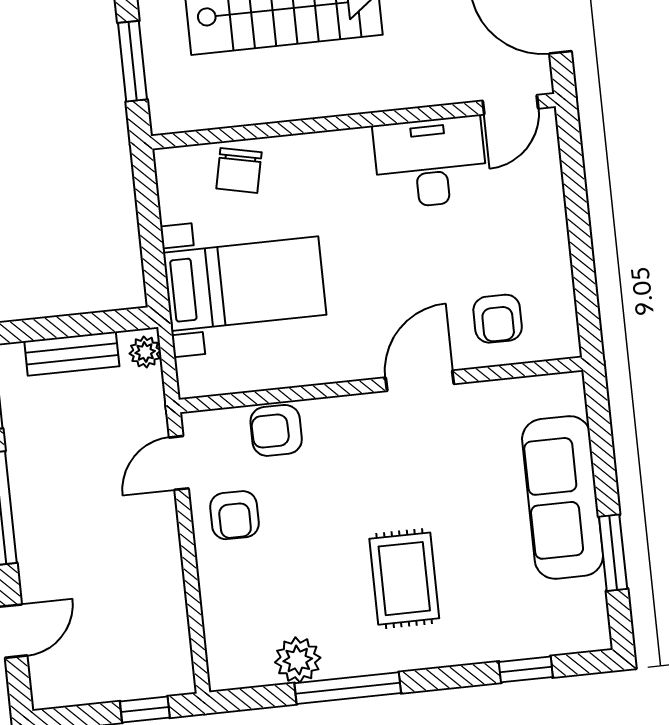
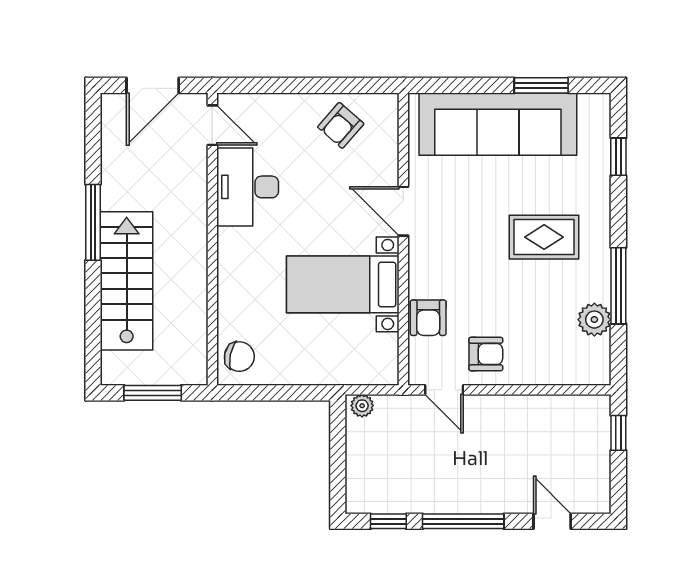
chair: (239, 170) -> (239, 357), moved
bed with nightstands: (245, 284) -> (343, 284), moved, turned -90
armchair: (498, 319) -> (341, 125), moved, turned 131
bench: (72, 354) -> (358, 458), removed
sofa: (563, 497) -> (498, 124), width x1.36, depth x1.27

